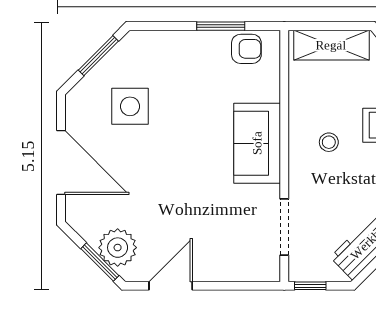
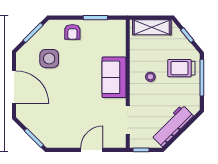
armchair: (246, 49) -> (72, 32), moved, turned 90
plant: (118, 248) -> (43, 130), removed
door: (171, 286) -> (92, 150), moved

